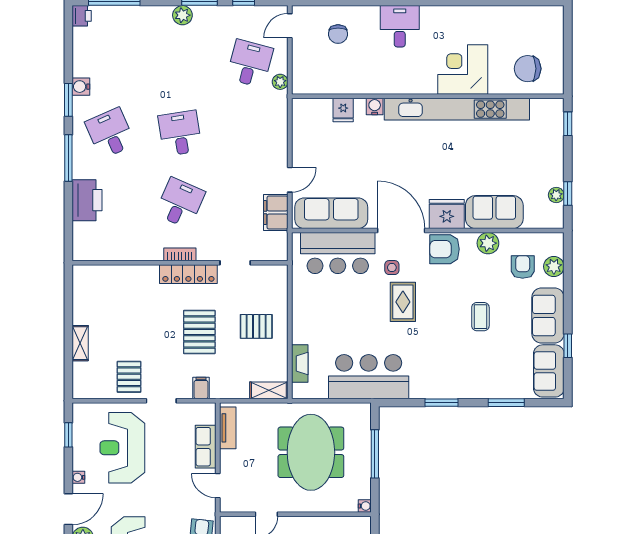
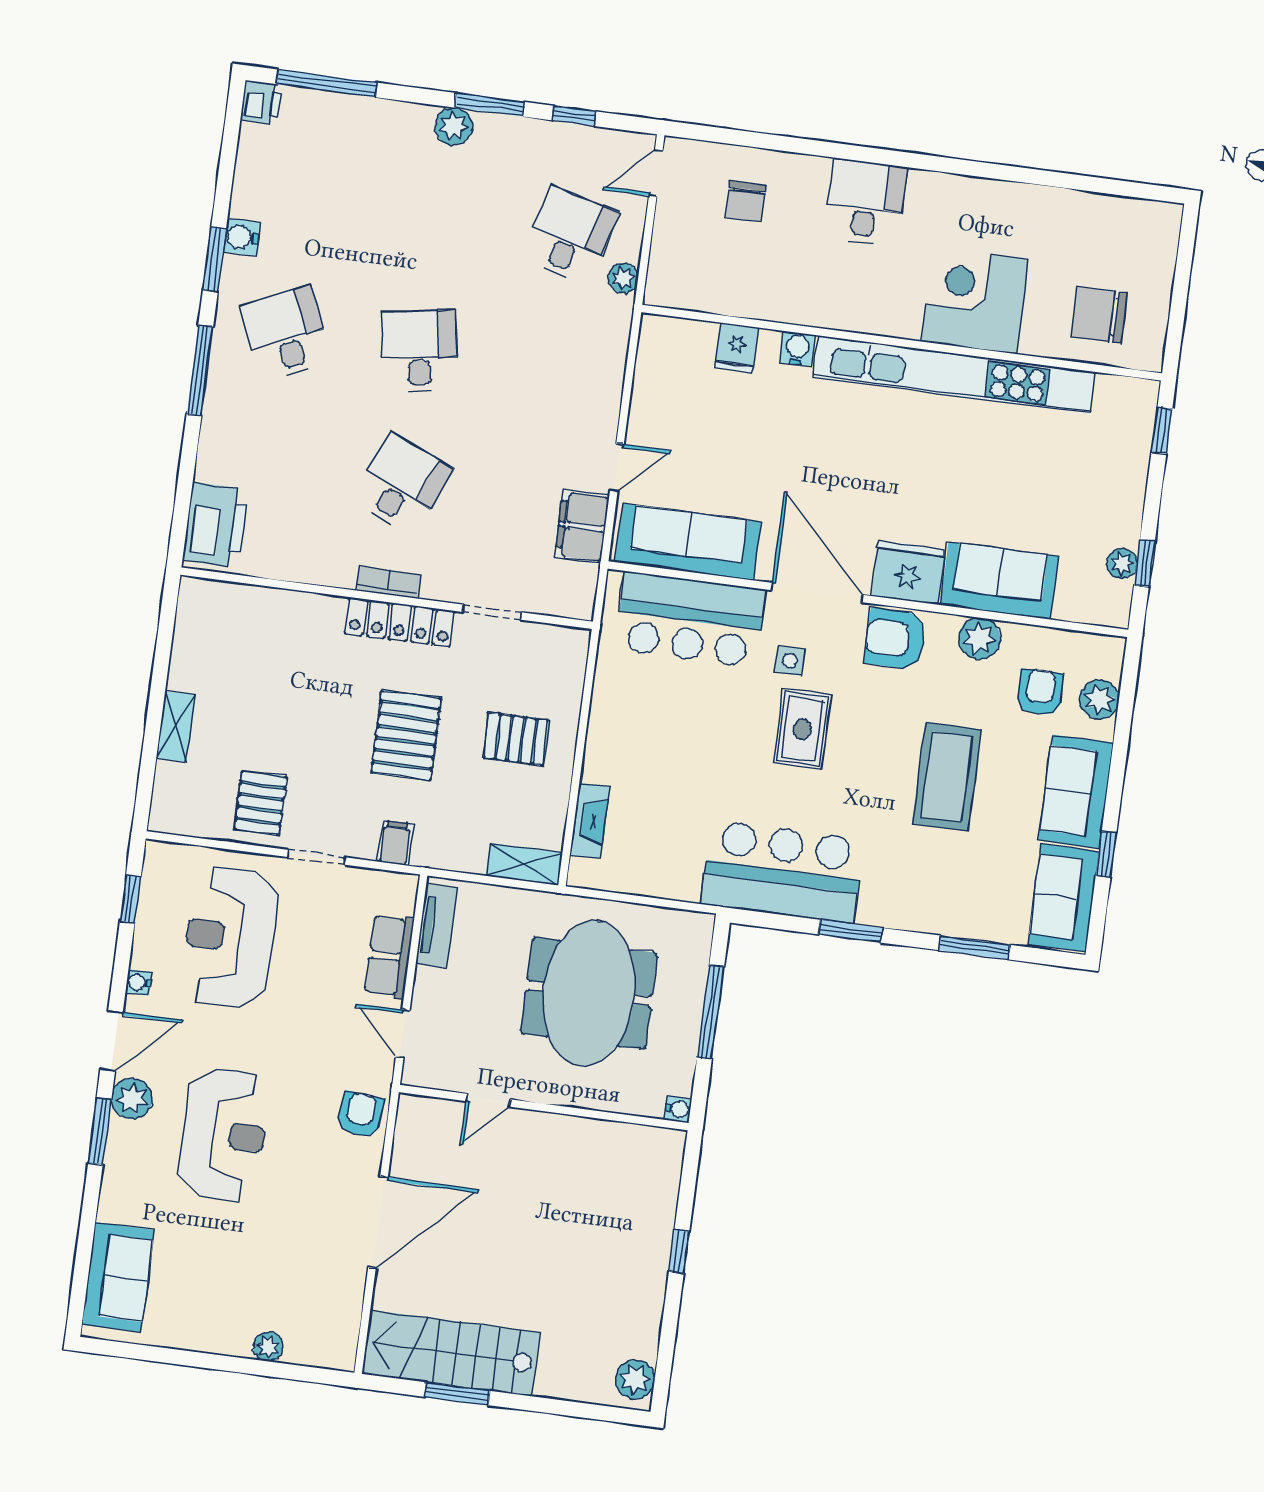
printer: (87, 200) -> (216, 525), moved
coffee table: (480, 317) -> (947, 777), width x1.86, depth x1.72
bar counter: (369, 377) -> (783, 872), moved

